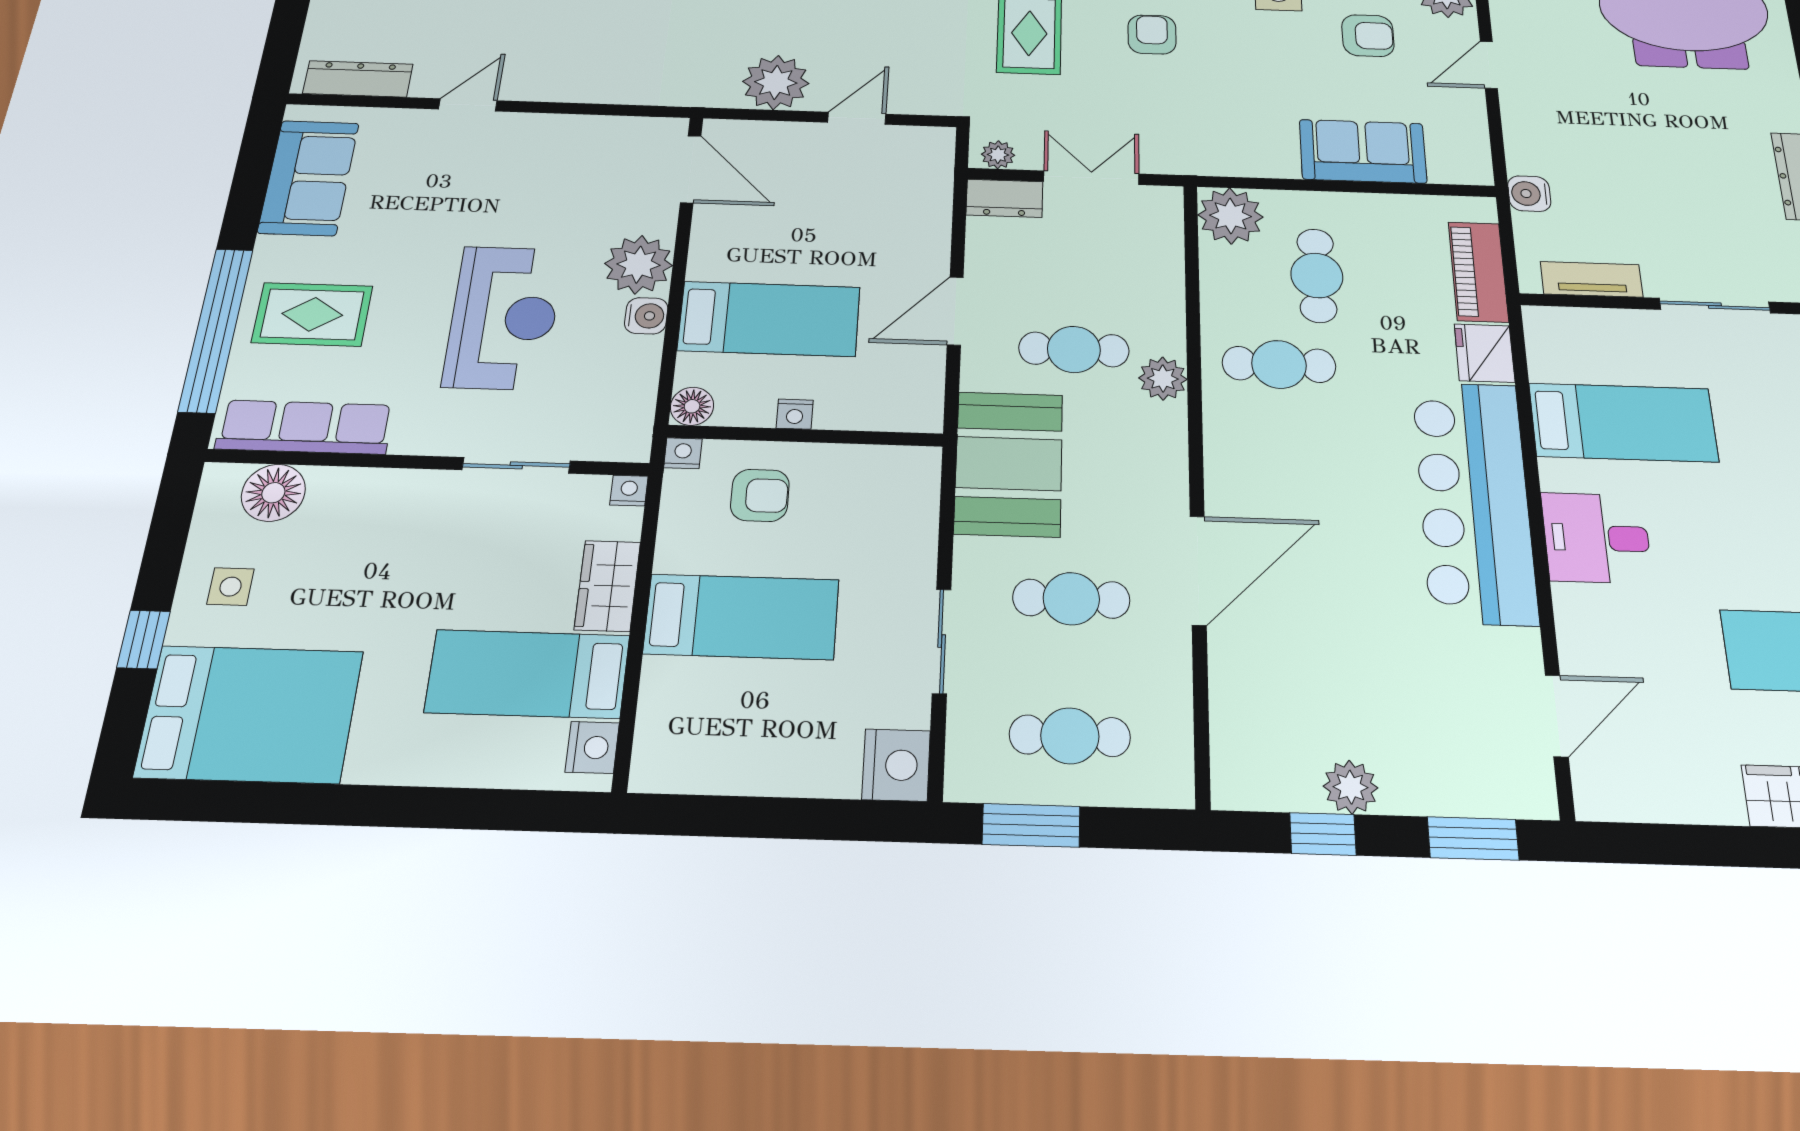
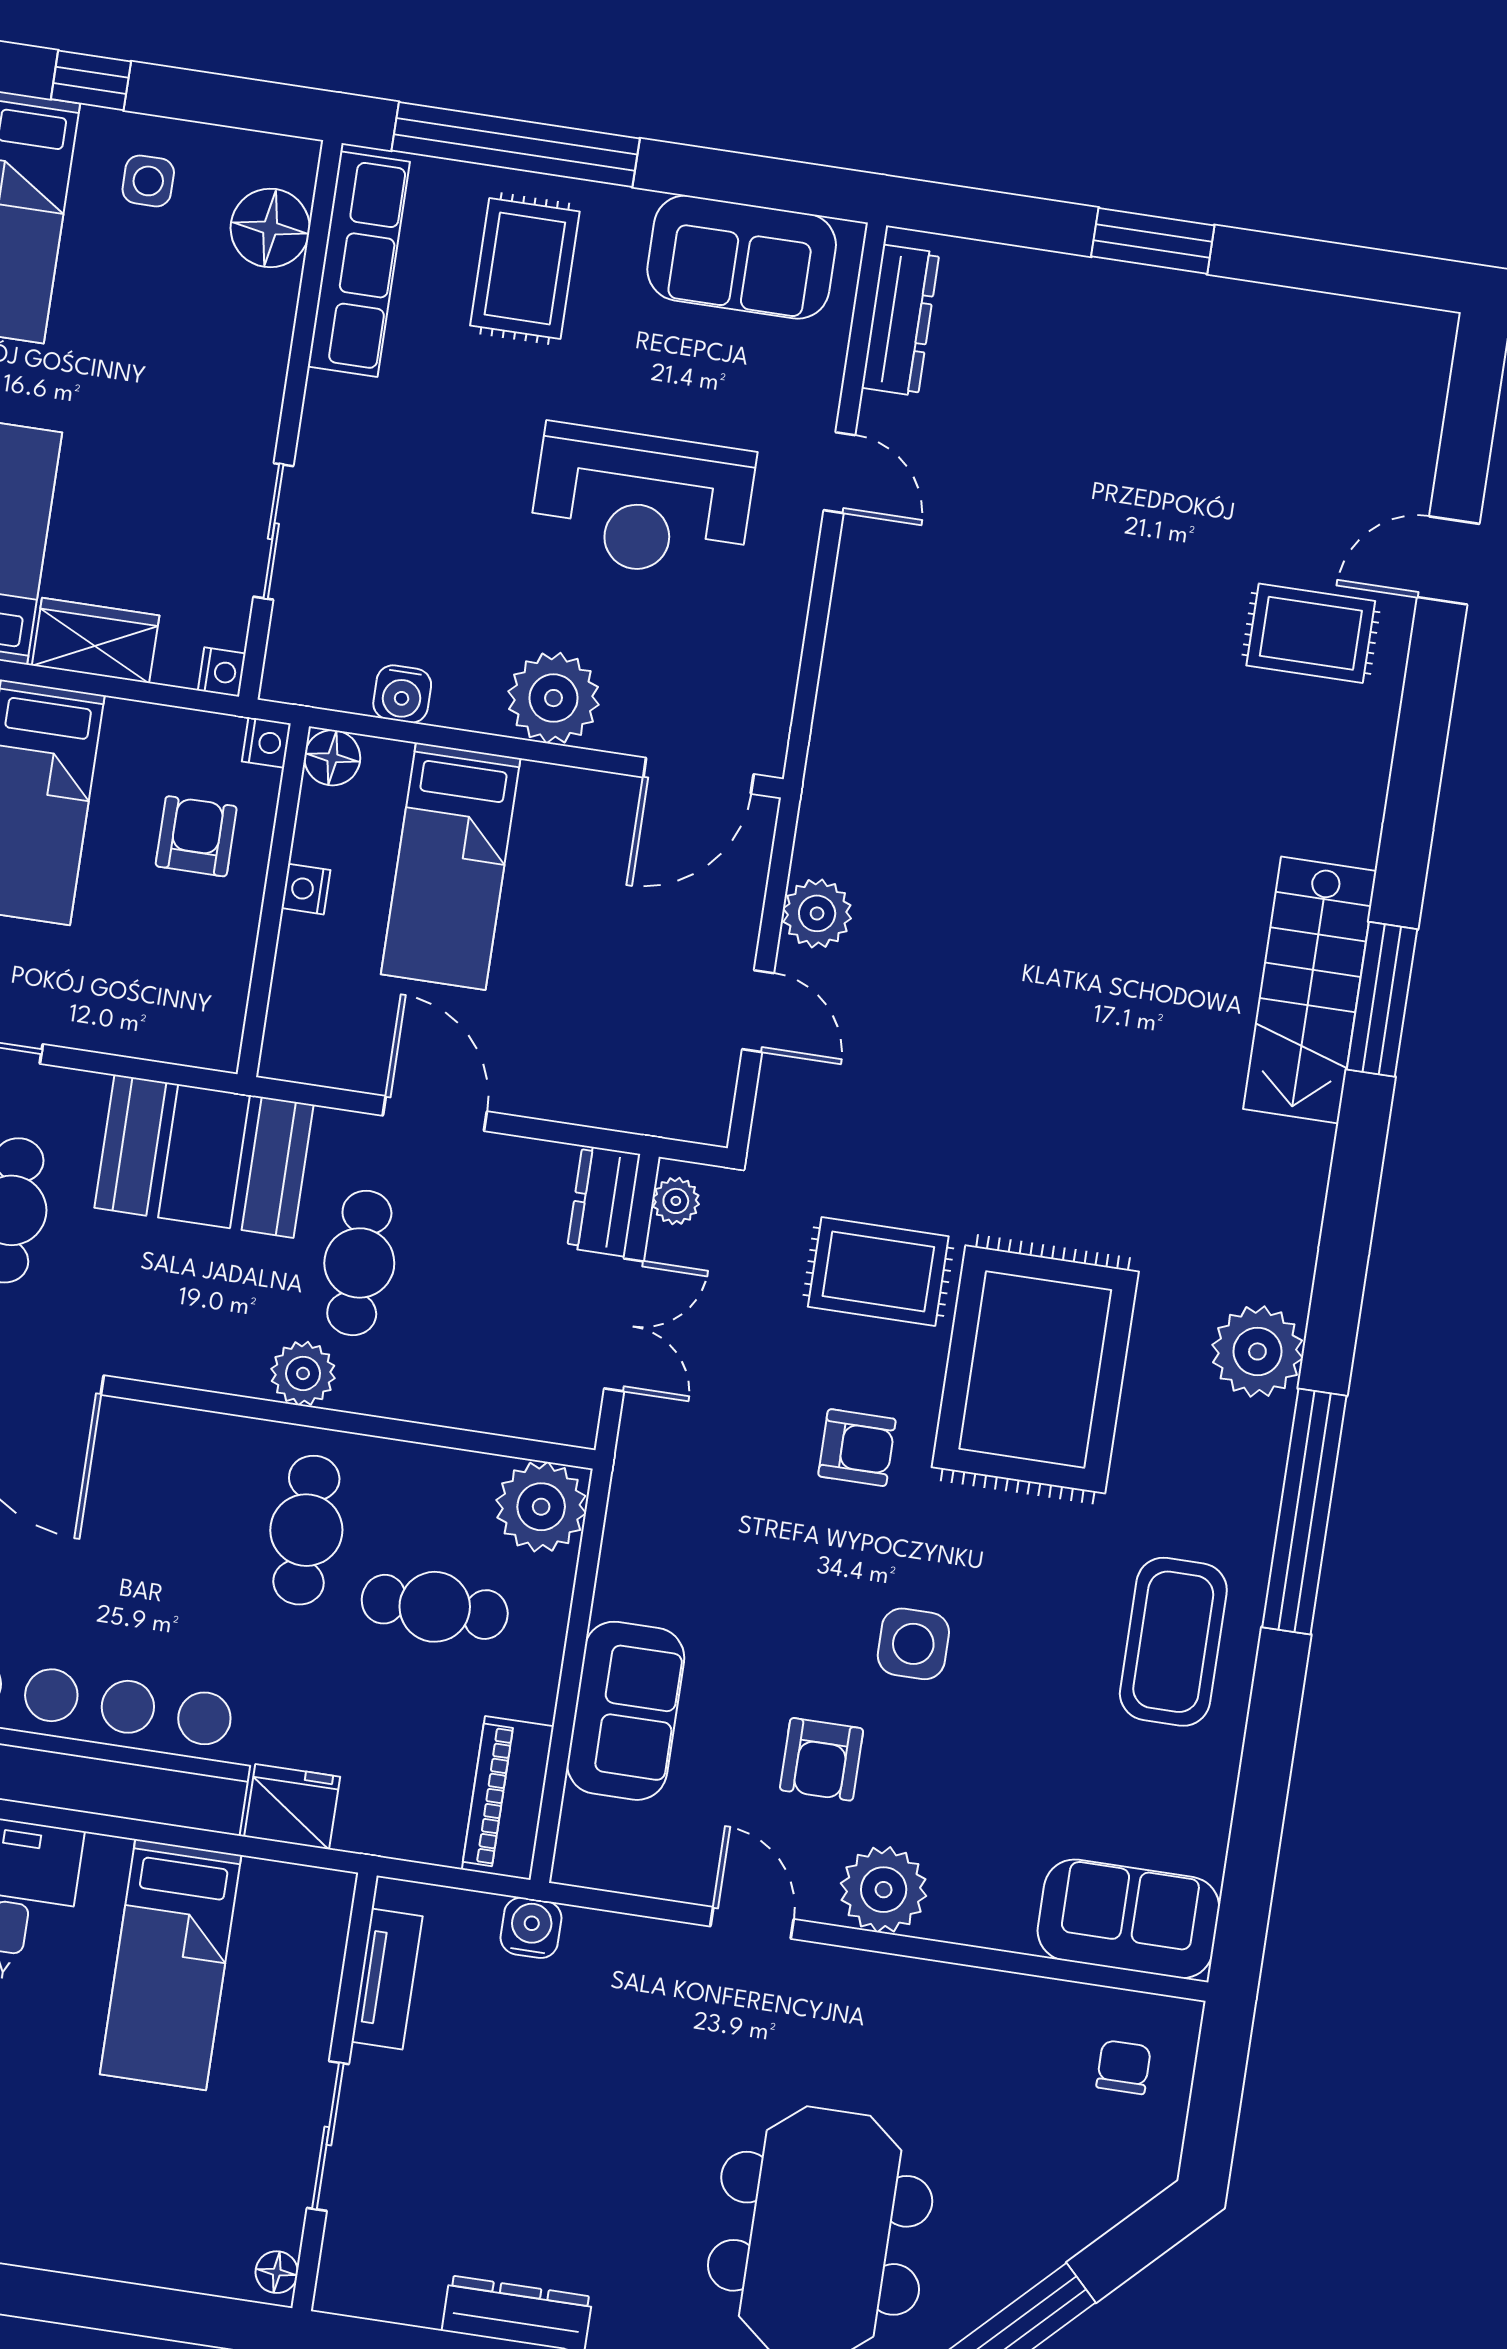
plant: (776, 82) -> (817, 913), width x0.73, depth x0.73
piano: (1478, 272) -> (508, 1798), moved, turned -90
water cooler: (646, 316) -> (402, 694), moved
reception desk: (504, 317) -> (642, 502), moved
armchair: (760, 495) -> (196, 836), turned 180

